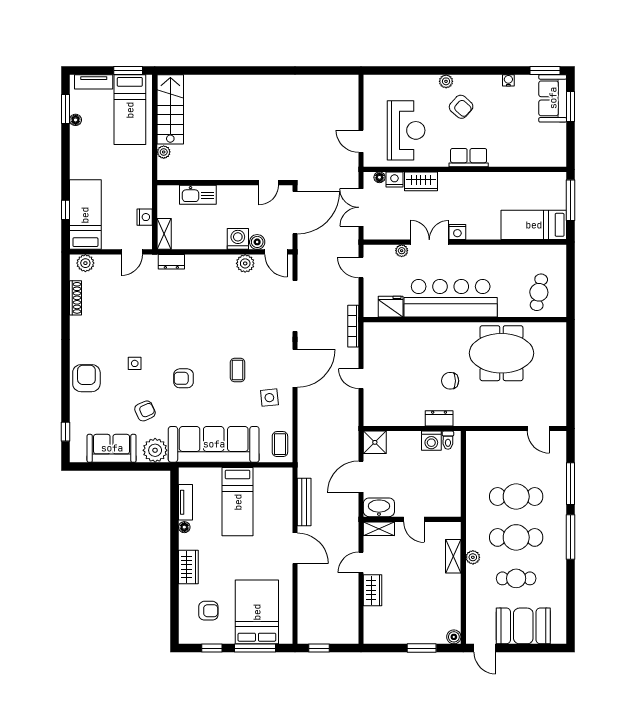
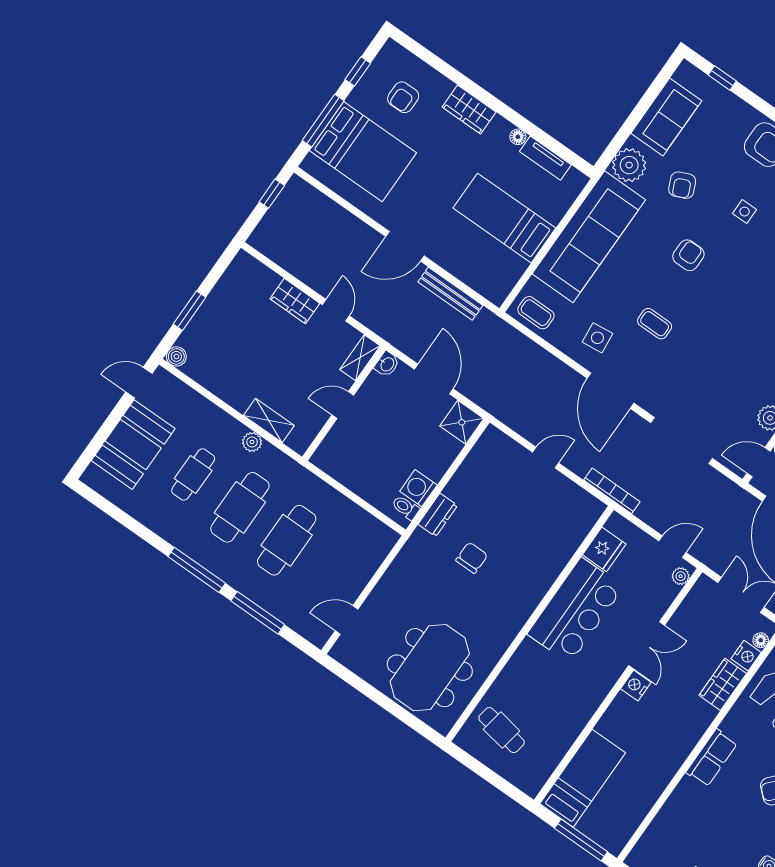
plant: (402, 251) -> (681, 576), moved
bar counter: (451, 298) -> (575, 610), width x0.73
meeting table: (501, 353) -> (430, 668), moved
washbasin: (379, 507) -> (387, 364), width x0.52, depth x0.69

